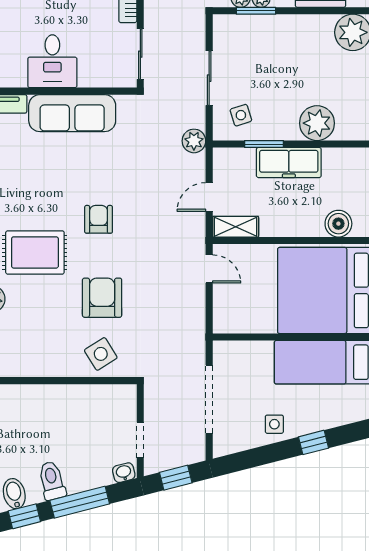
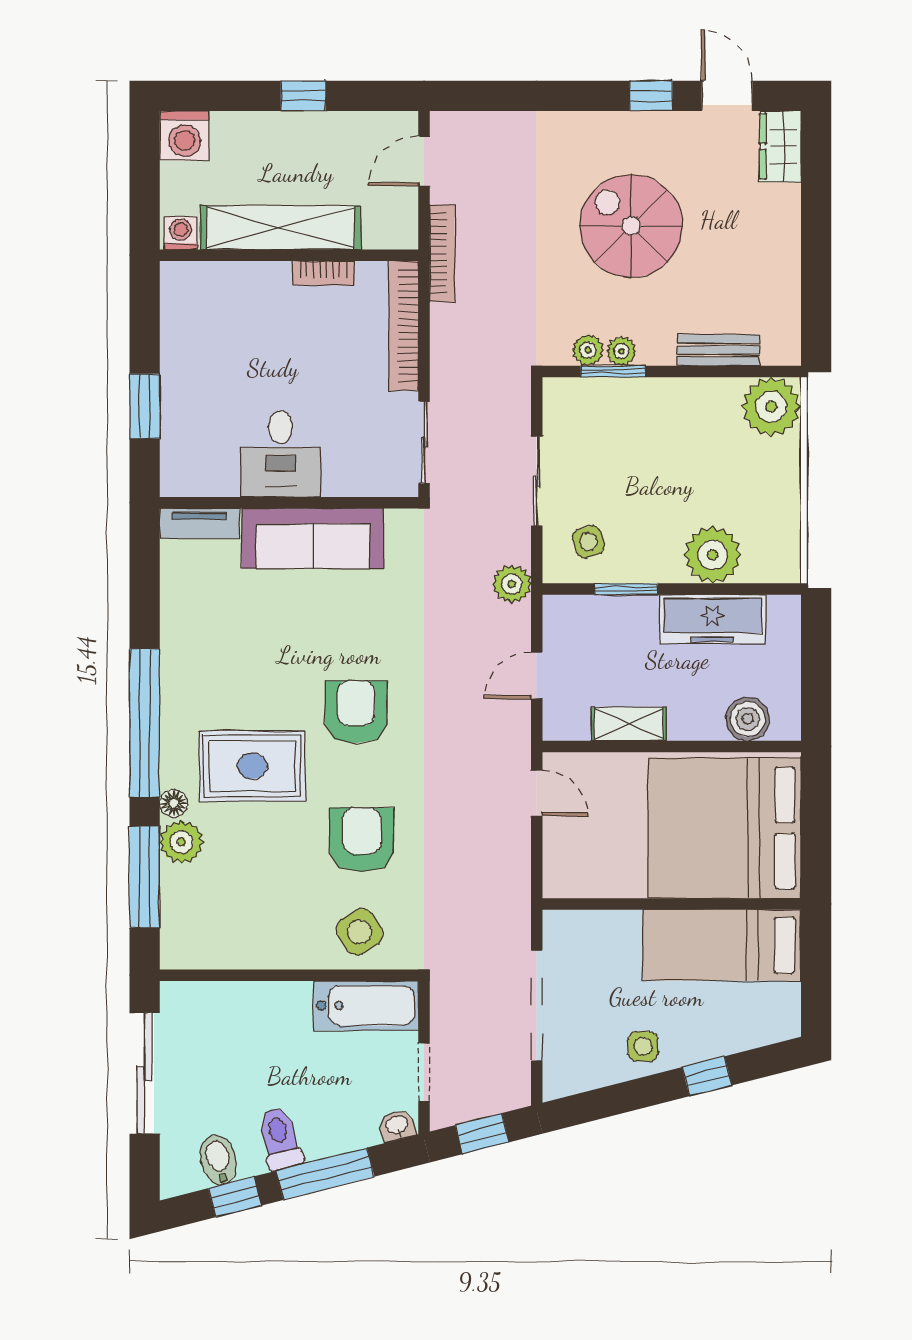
freezer: (289, 162) -> (712, 619), moved
armchair: (99, 219) -> (356, 712), width x1.38, depth x1.38
shelving: (236, 227) -> (629, 724), moved
bathtub: (105, 399) -> (366, 1006), added

